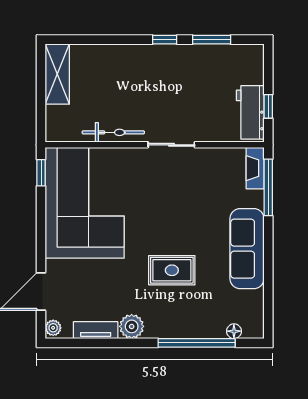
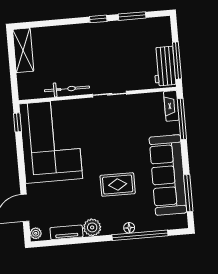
window: (268, 106) -> (177, 61), width x2.17
sofa: (247, 249) -> (168, 175), width x1.36, depth x1.27
window: (268, 291) -> (188, 193), added
floor lamp: (234, 331) -> (129, 228), moved

